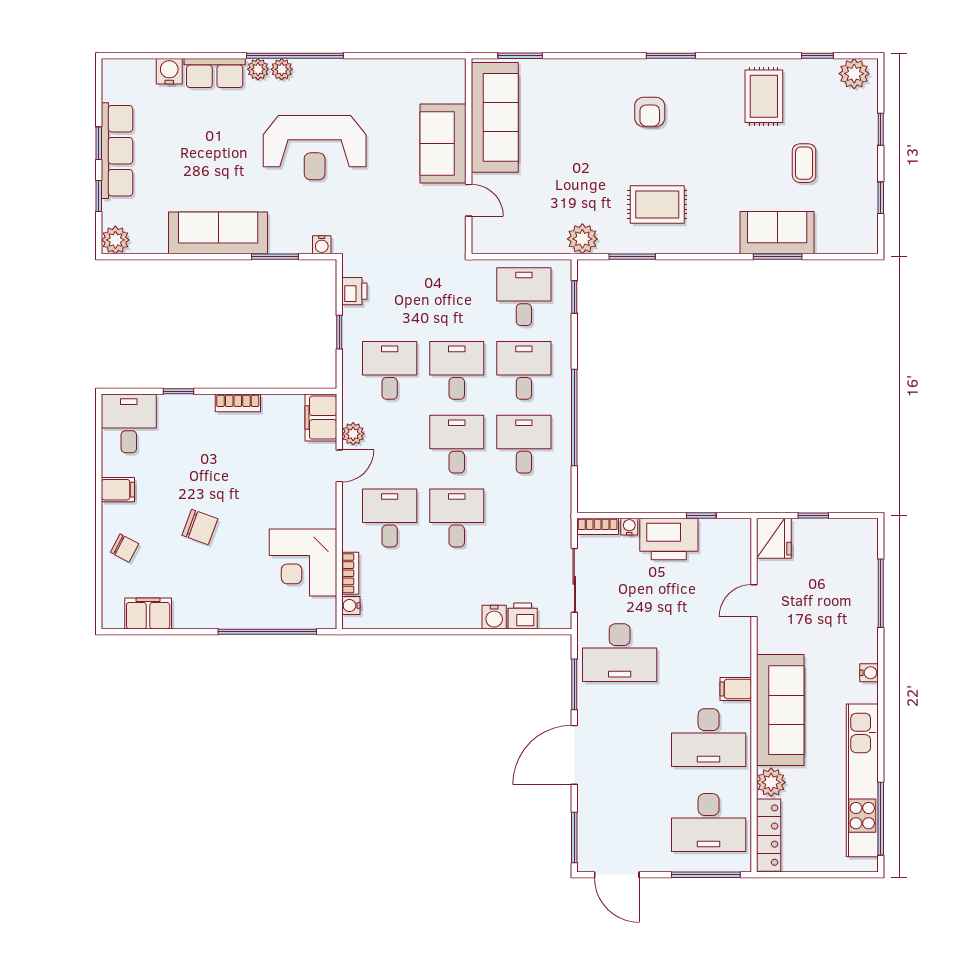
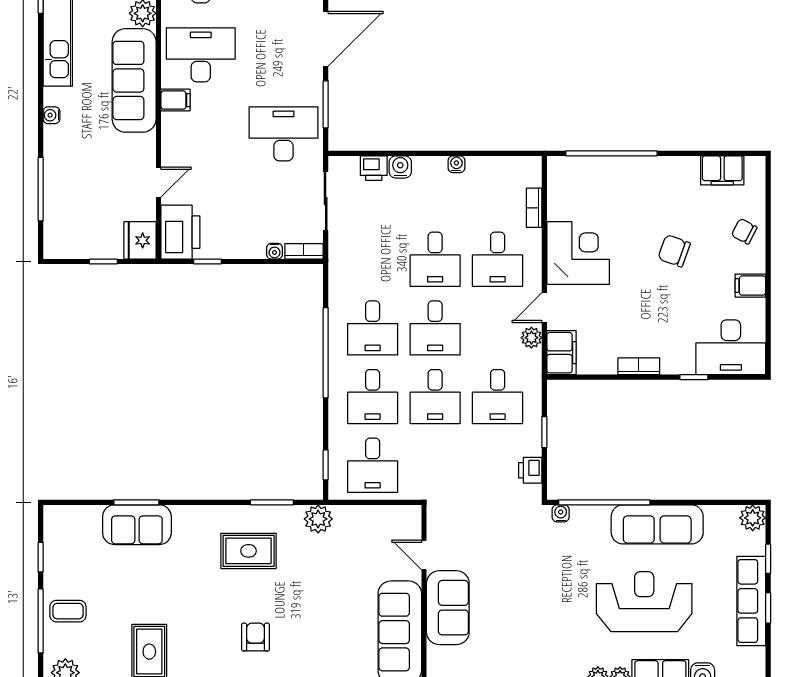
window: (881, 129) -> (41, 621), width x2.17
reception desk: (315, 148) -> (644, 602), moved
coffee table: (804, 163) -> (68, 611), moved, turned 90
window: (275, 257) -> (604, 502), width x2.11
desk: (129, 423) -> (731, 347), width x1.37
printer: (669, 539) -> (180, 232), moved, turned 90
corner desk: (303, 562) -> (578, 253), moved
water cooler: (351, 606) -> (456, 164), moved, turned -90

